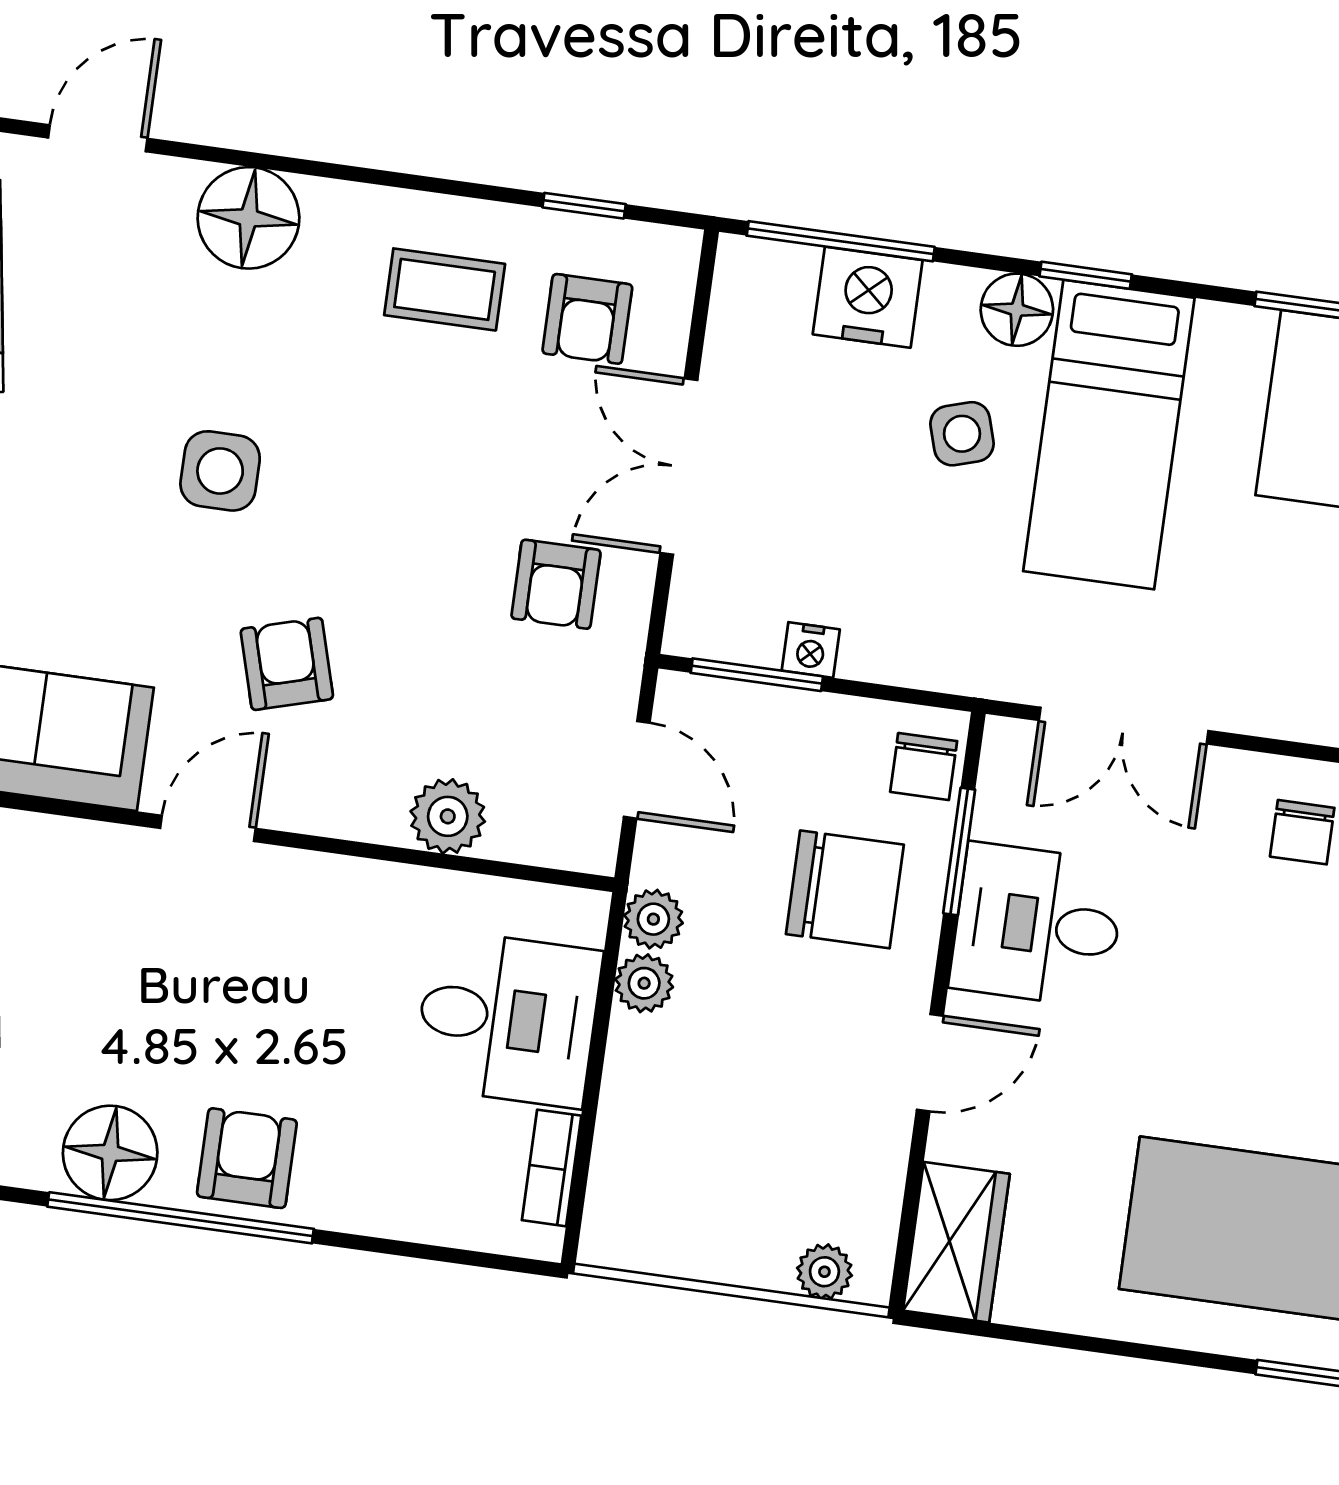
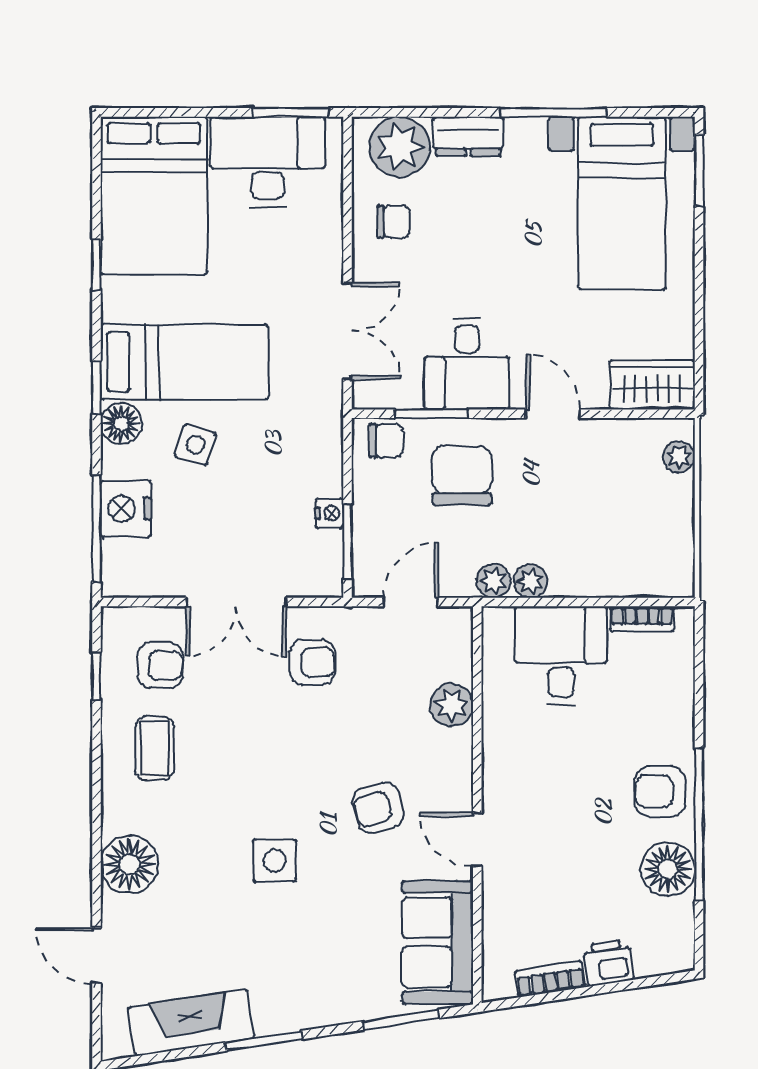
side table: (962, 434) -> (196, 445), turned 33

